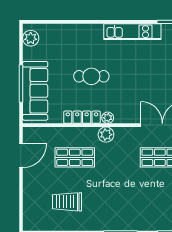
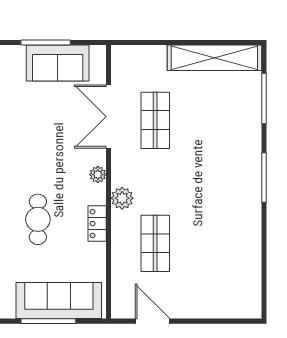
locker: (82, 117) -> (97, 224), width x0.66
plant: (108, 118) -> (98, 175), moved
trolley: (67, 202) -> (219, 255), removed

